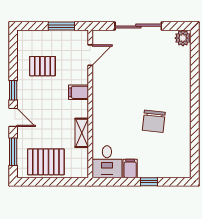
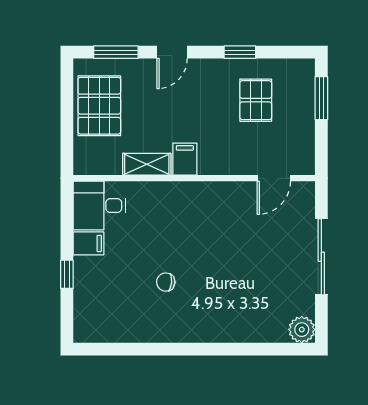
window: (61, 26) -> (321, 98), moved
door: (90, 55) -> (274, 178), hinge flipped
window: (13, 90) -> (240, 52), moved
filing cabinet: (79, 92) -> (185, 159), moved
chair: (154, 121) -> (166, 282), width x0.54, depth x0.54

